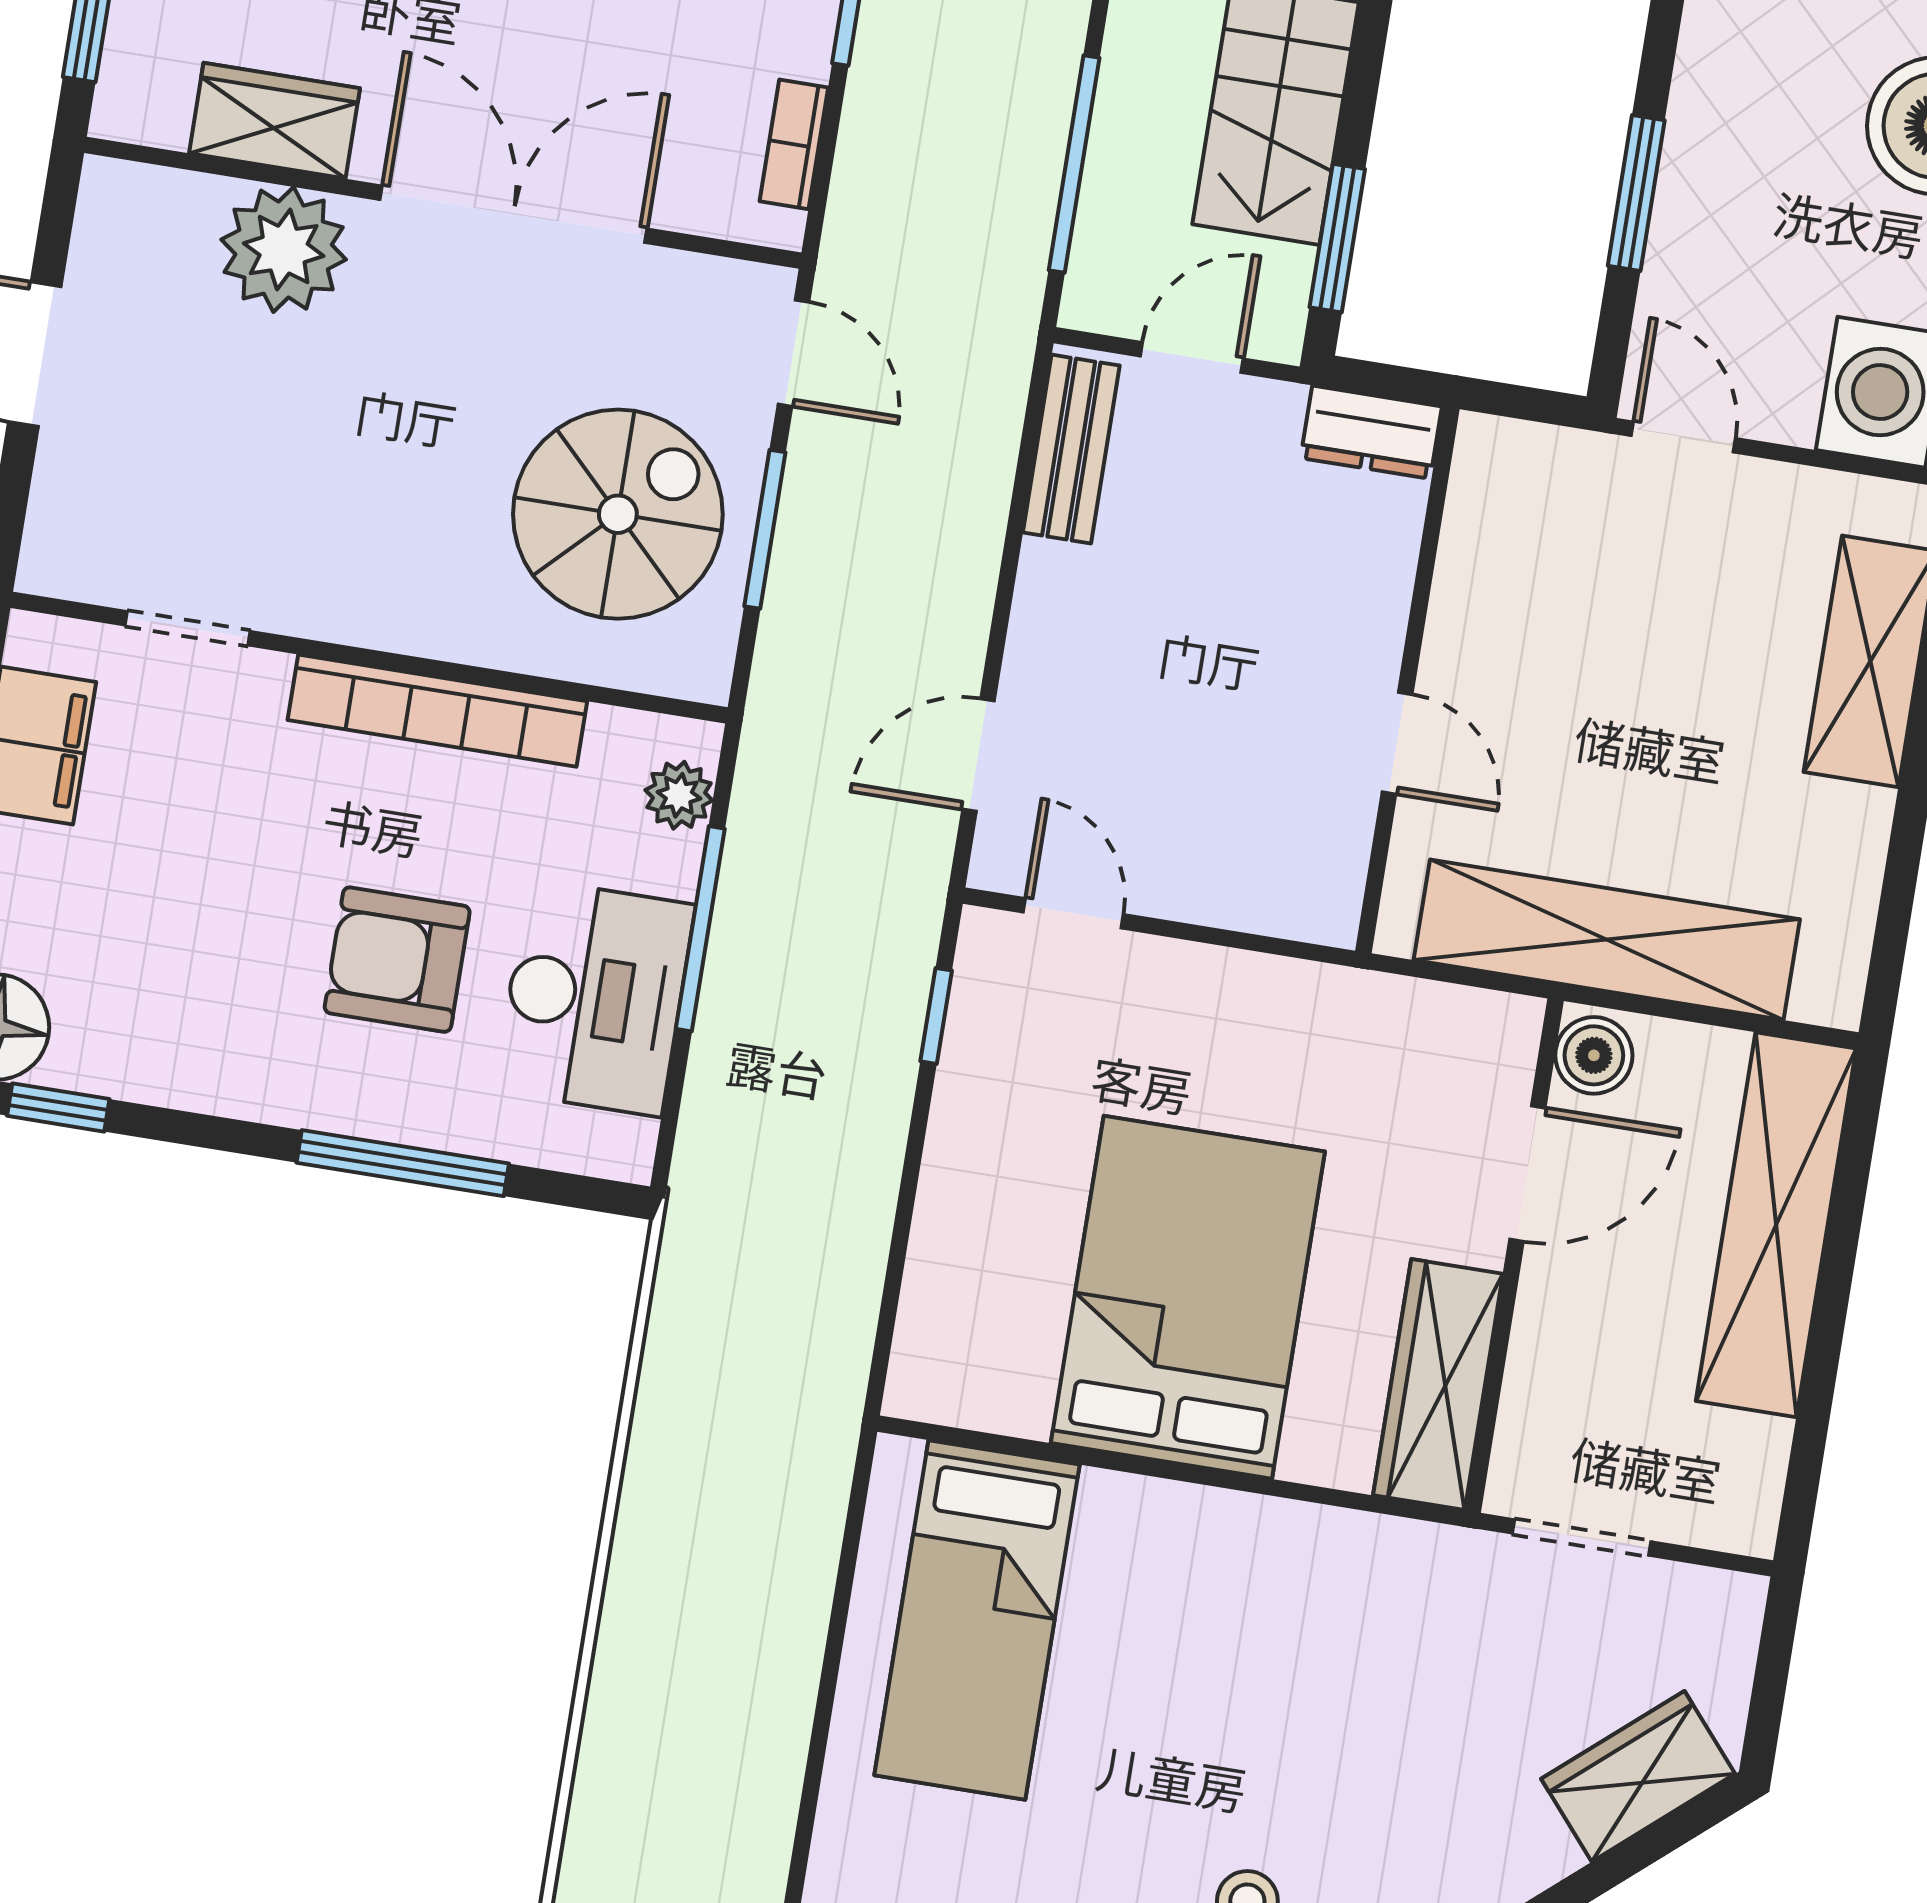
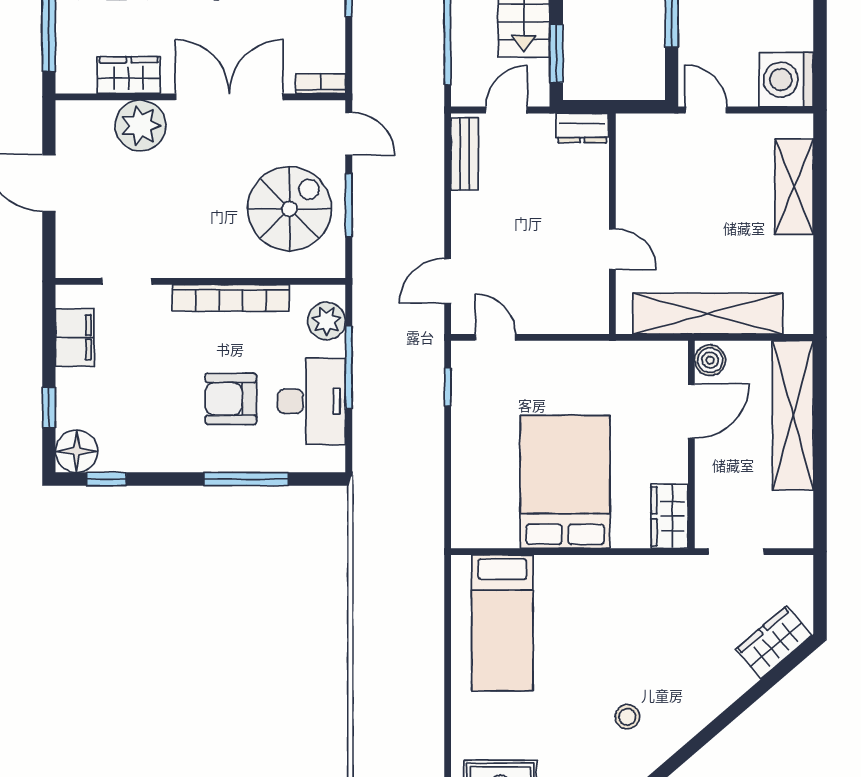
bookcase: (794, 144) -> (321, 84), moved, turned 90
plant: (679, 795) -> (327, 321), width x1.38, depth x1.38
wardrobe: (1438, 1384) -> (670, 516), width x0.67

